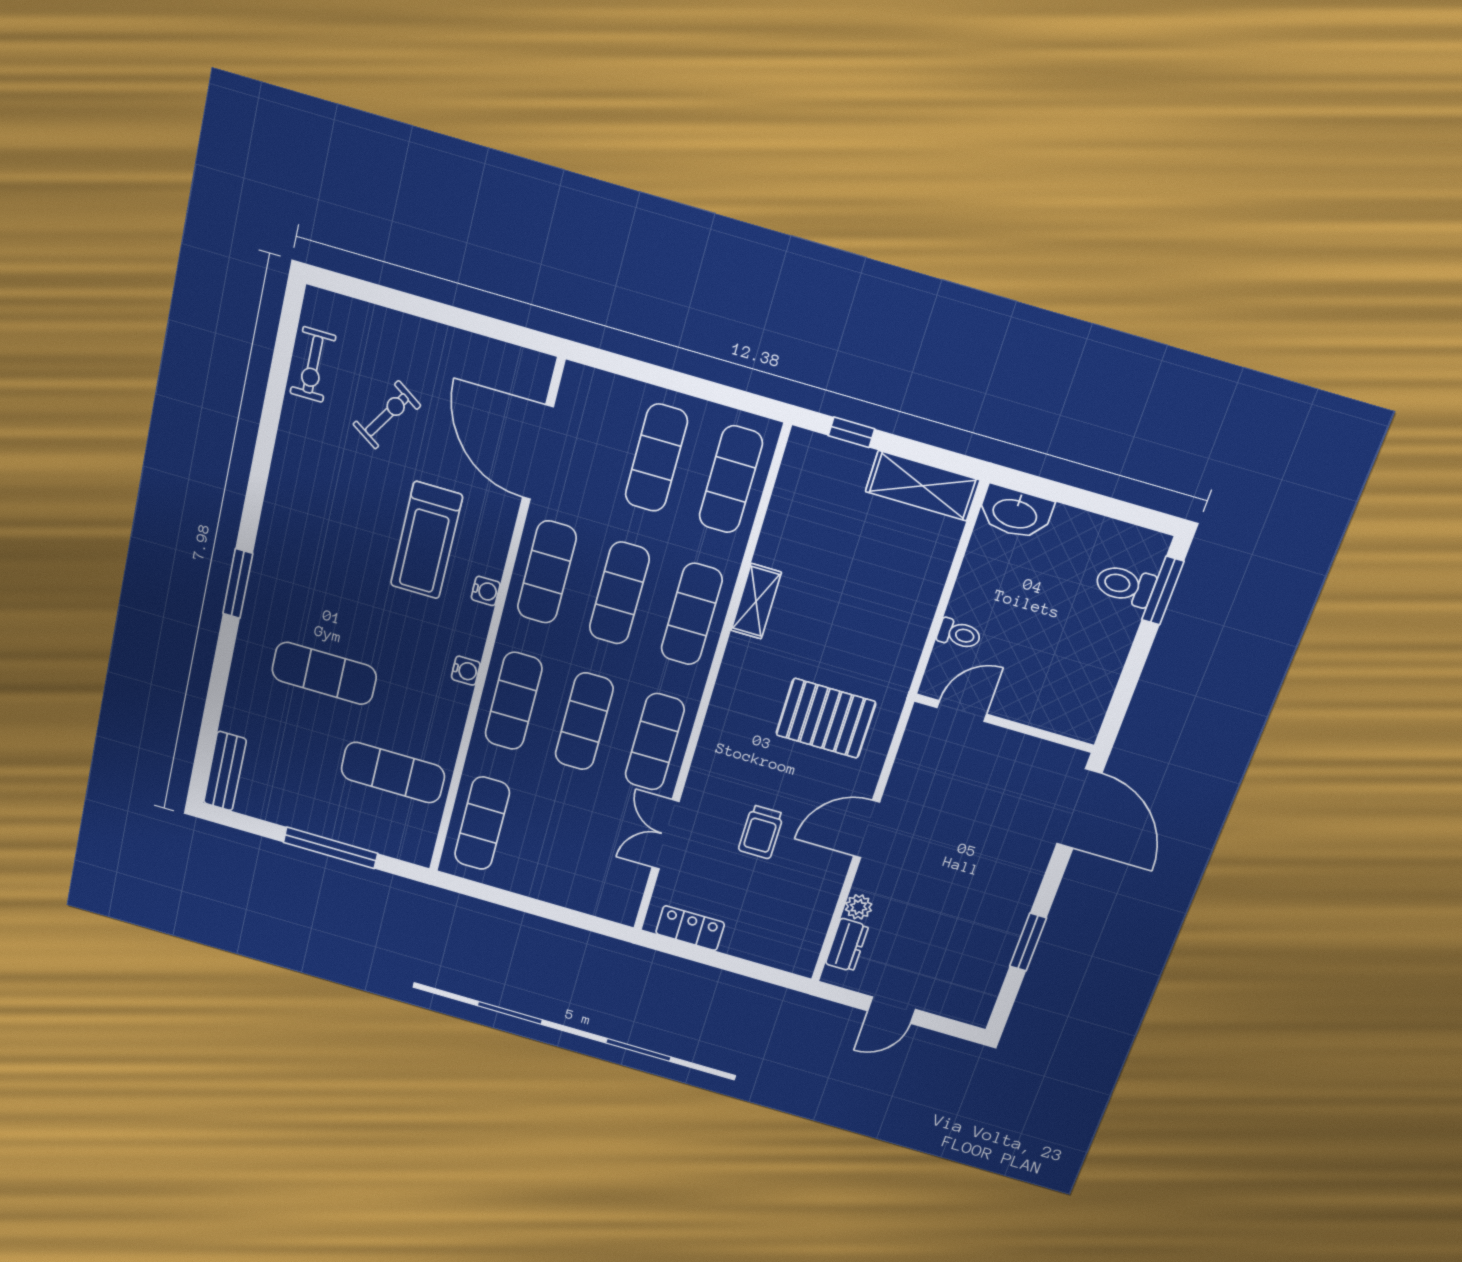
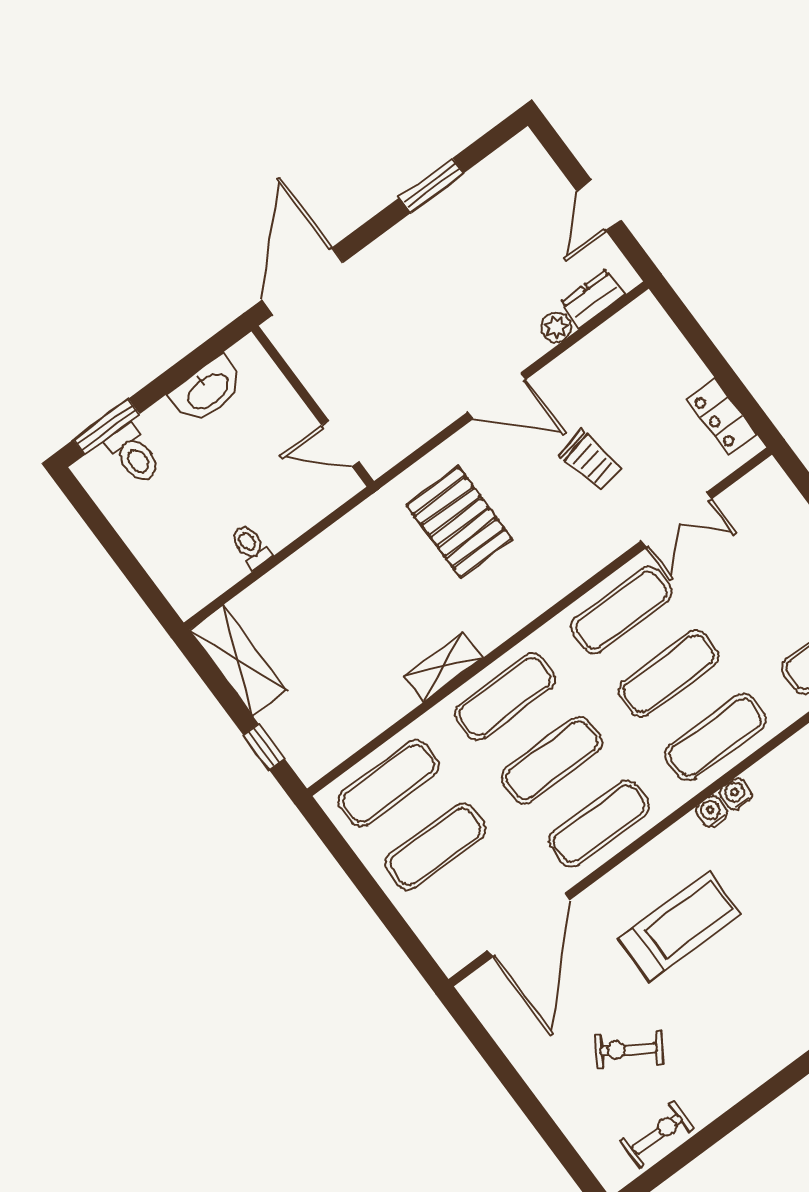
washbasin: (1015, 513) -> (208, 390), moved, turned 90
water cooler: (486, 591) -> (712, 812), moved
toilet: (959, 634) -> (251, 546), moved
trolley: (761, 832) -> (590, 461), turned 78
door: (892, 1010) -> (599, 205), swing flipped

